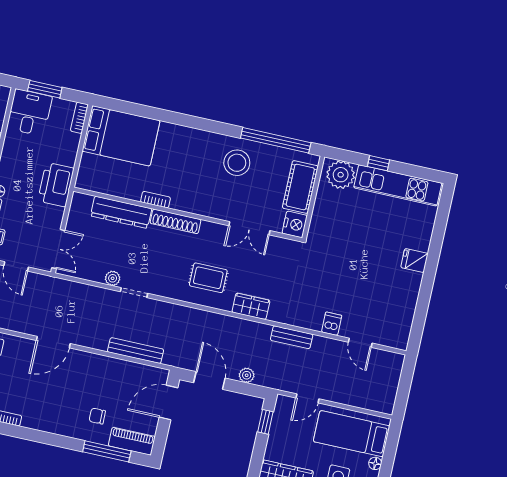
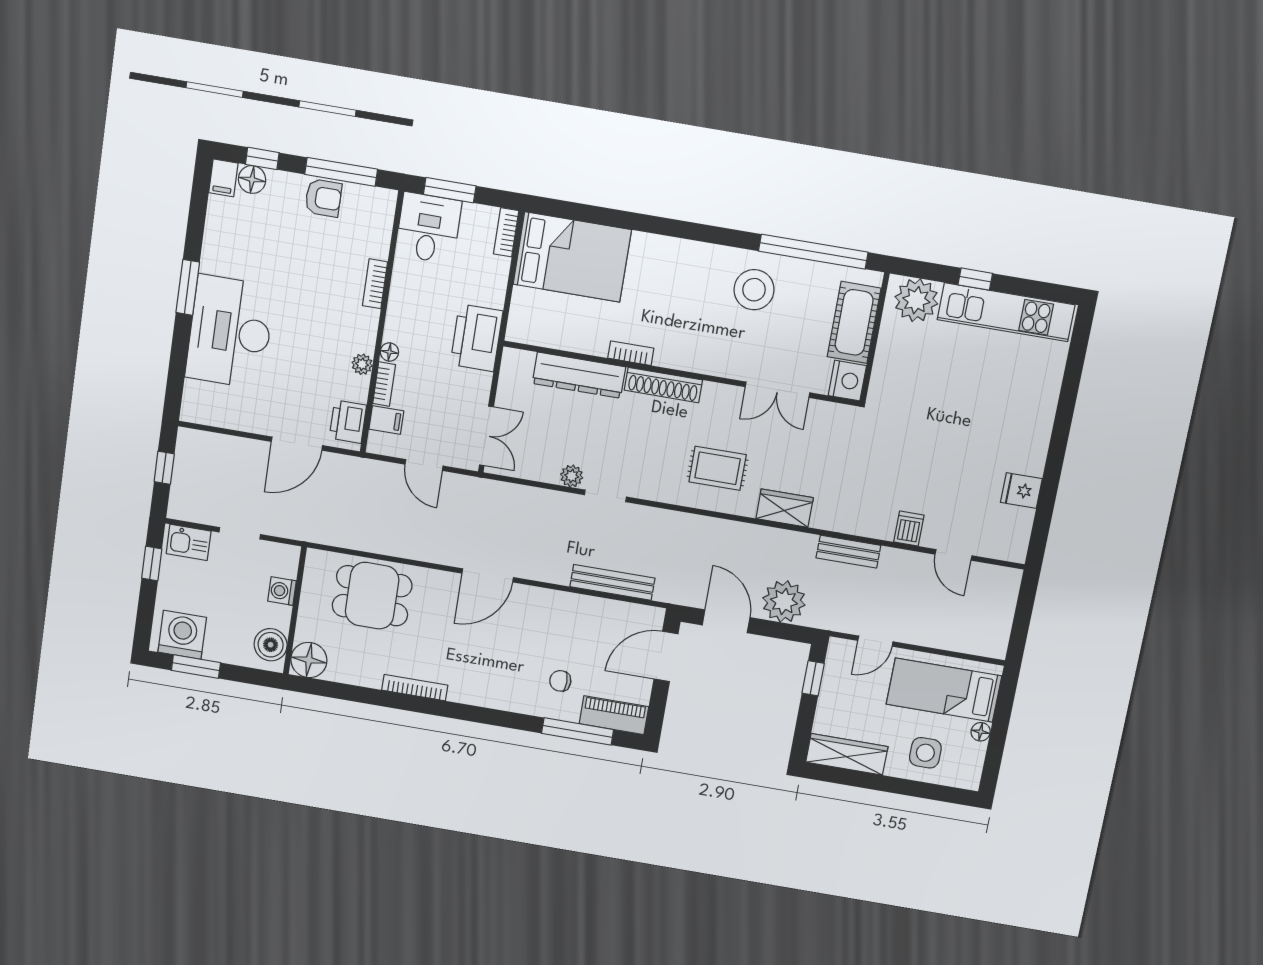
fridge: (414, 260) -> (1021, 491), moved
plant: (247, 375) -> (784, 601), width x1.88, depth x1.88

